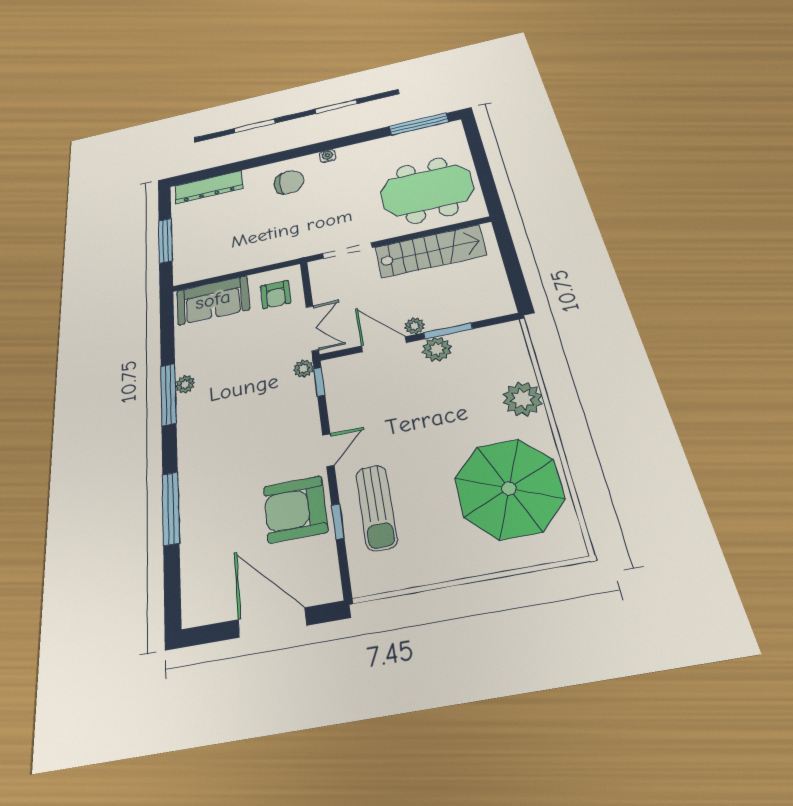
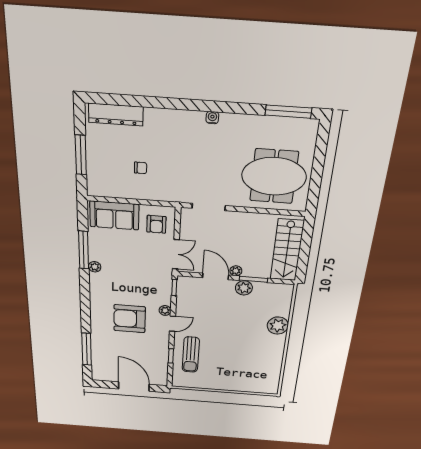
chair: (289, 182) -> (141, 168), moved, width x0.54, depth x0.54
stairs: (430, 251) -> (287, 250), moved, turned 90
plant: (303, 369) -> (165, 310), moved
window: (168, 394) -> (84, 250), moved
parasol: (509, 488) -> (255, 362), removed
window: (171, 508) -> (87, 349), moved
armchair: (295, 509) -> (130, 319), moved

